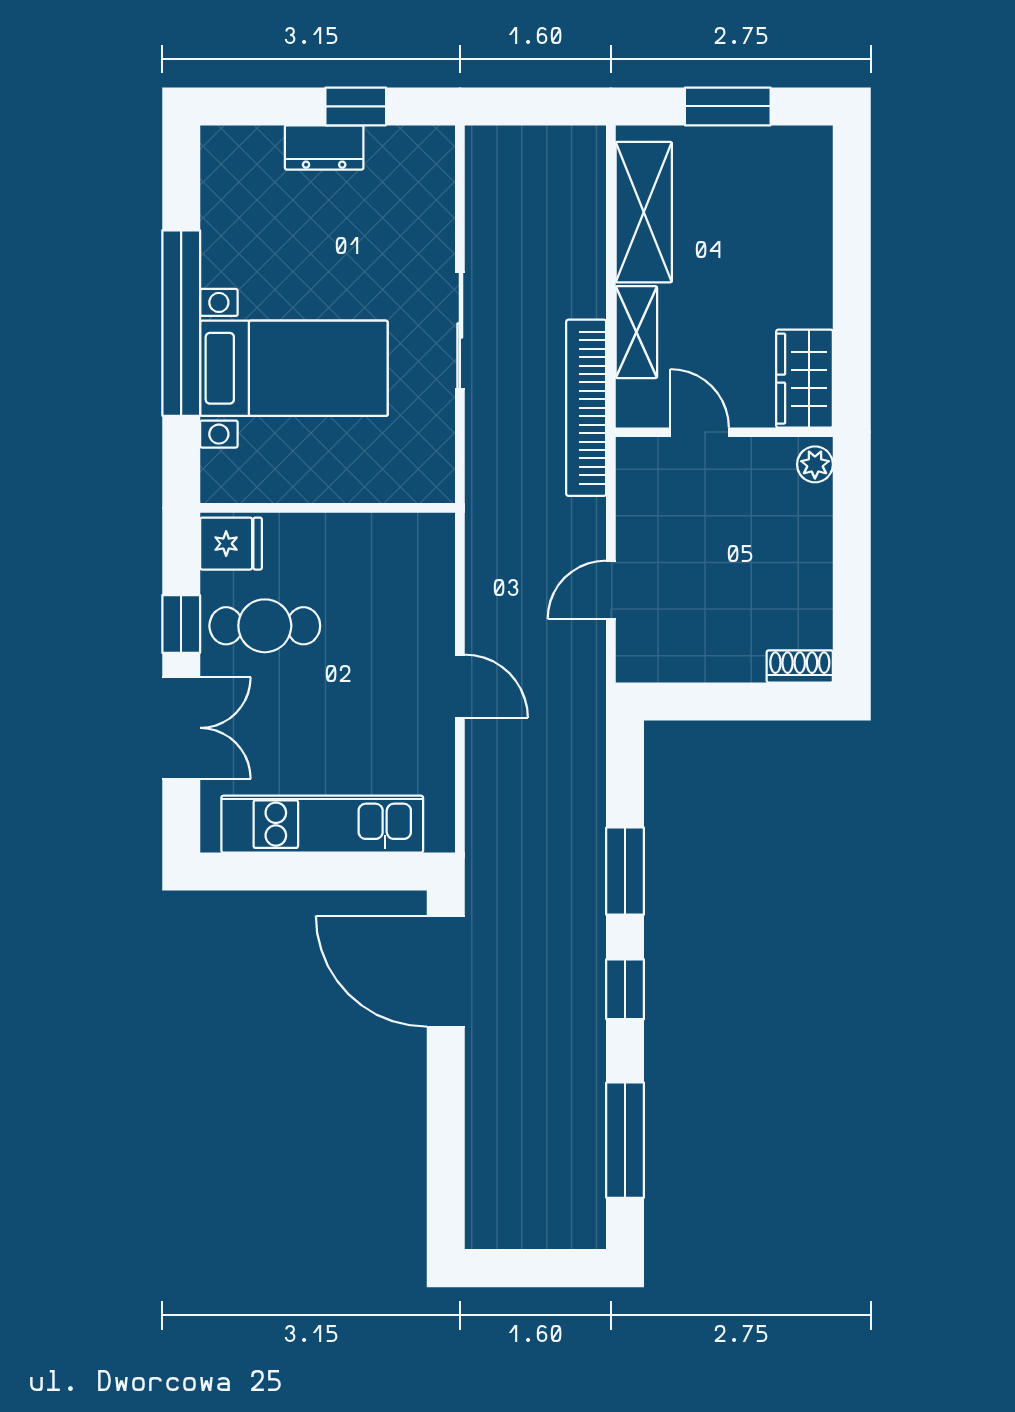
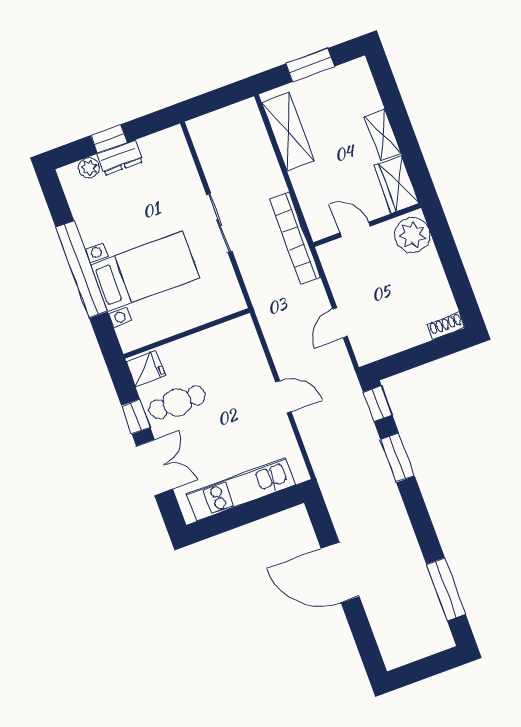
window: (356, 106) -> (109, 139), moved
plant: (261, 145) -> (89, 168), added
shelving: (636, 332) -> (383, 135), moved
plant: (815, 464) -> (412, 235), width x1.88, depth x1.88
door: (446, 971) -> (340, 572), moved
window: (625, 989) -> (378, 404), moved

